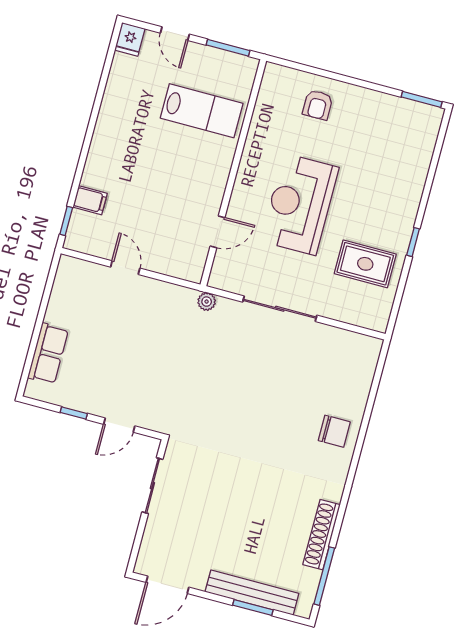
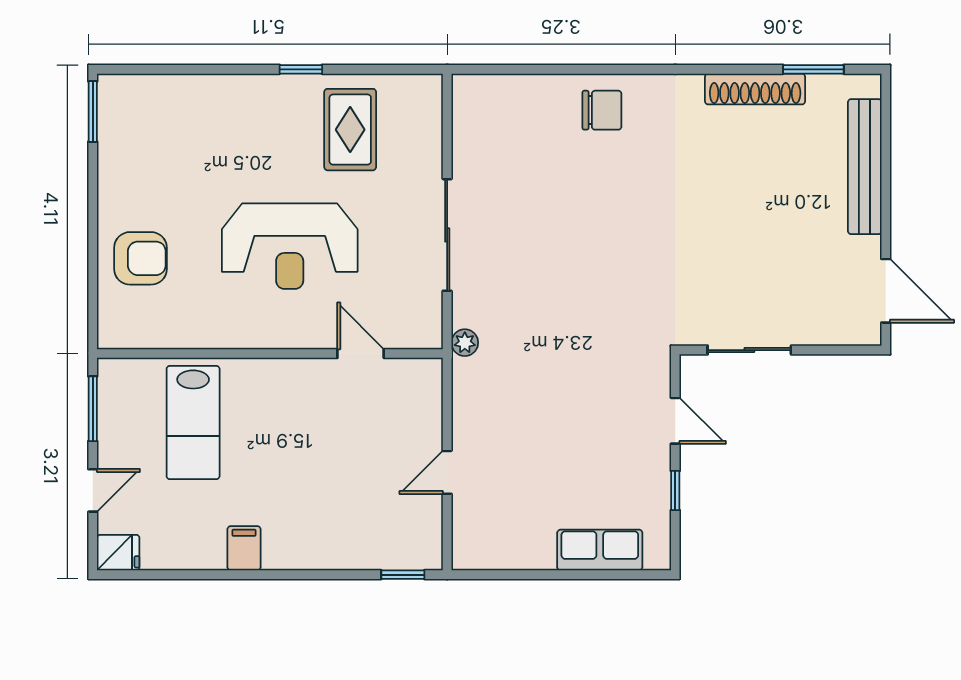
armchair: (318, 105) -> (140, 258), width x1.38, depth x1.38
lab bench: (202, 111) -> (193, 423), turned 180
filing cabinet: (90, 200) -> (244, 548), moved
chair: (334, 431) -> (602, 110), turned 90
window: (324, 576) -> (813, 69), width x0.69
window: (253, 608) -> (886, 160), removed

